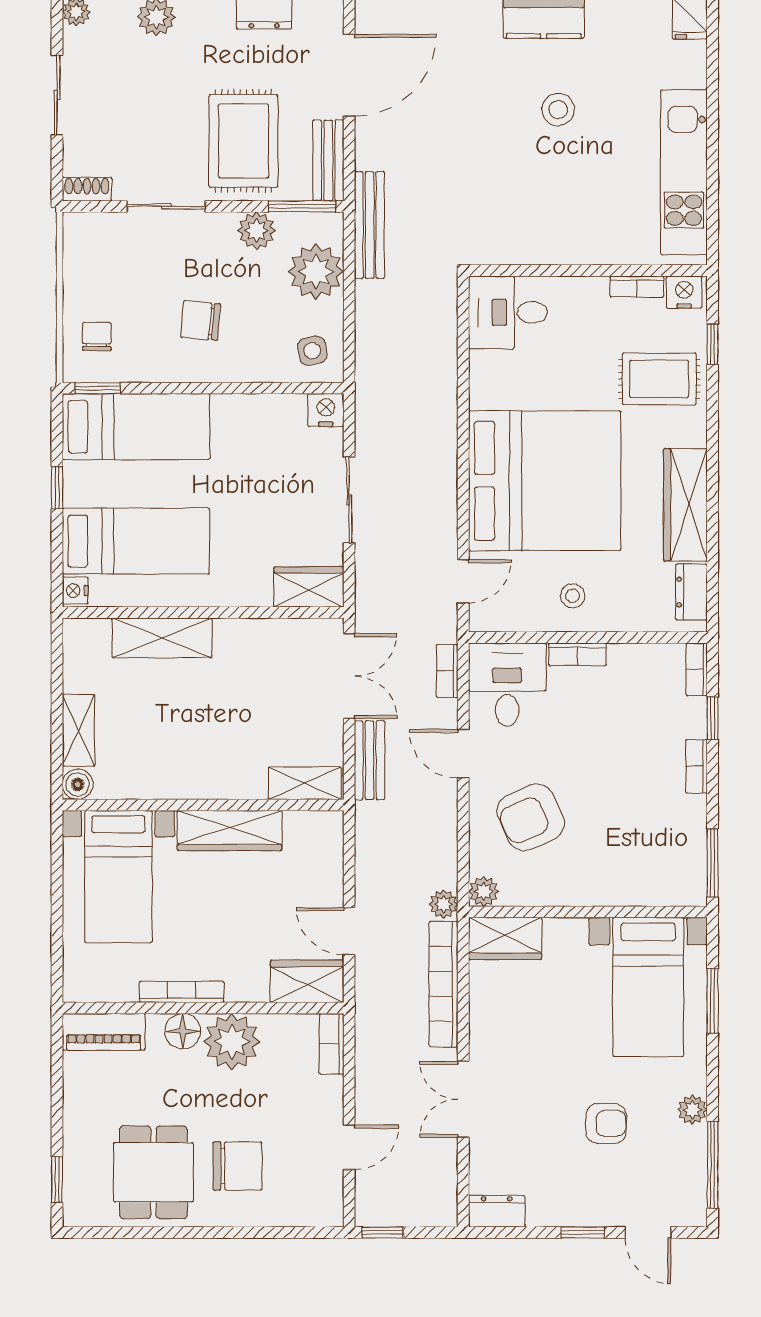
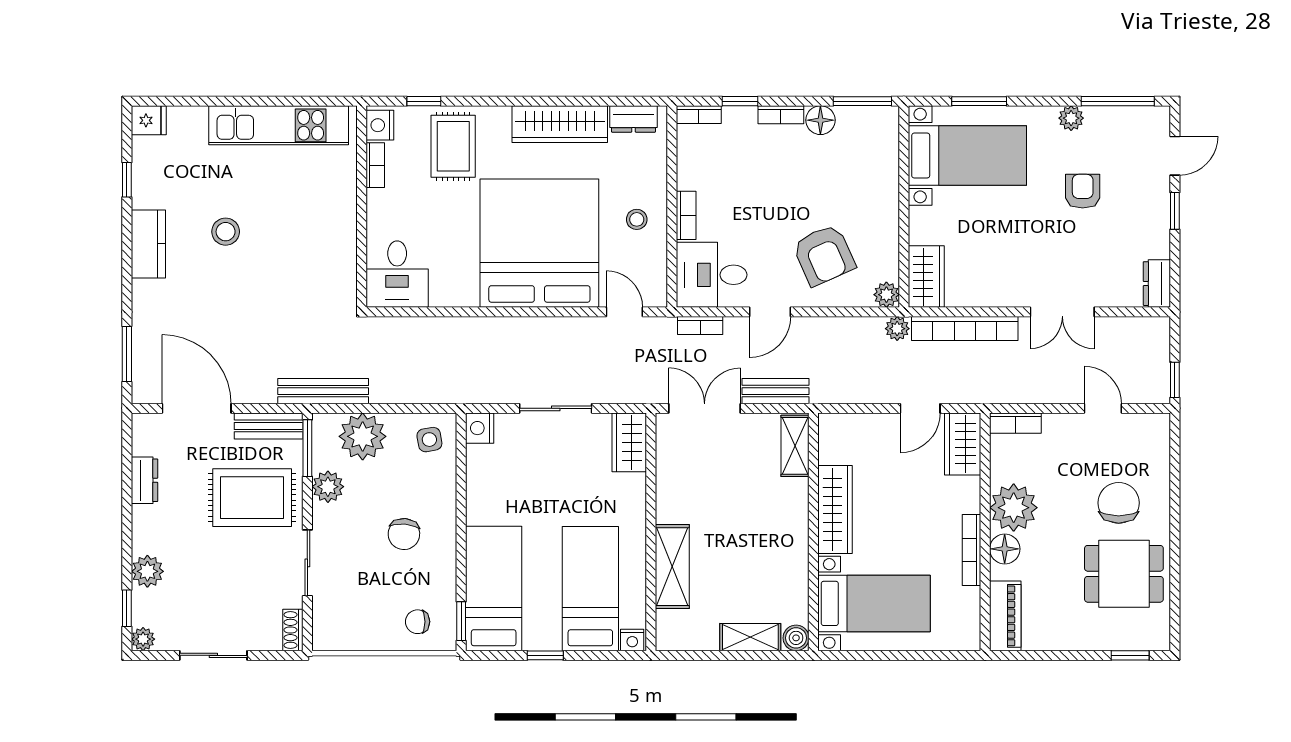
floor lamp: (690, 813) -> (820, 120), added

